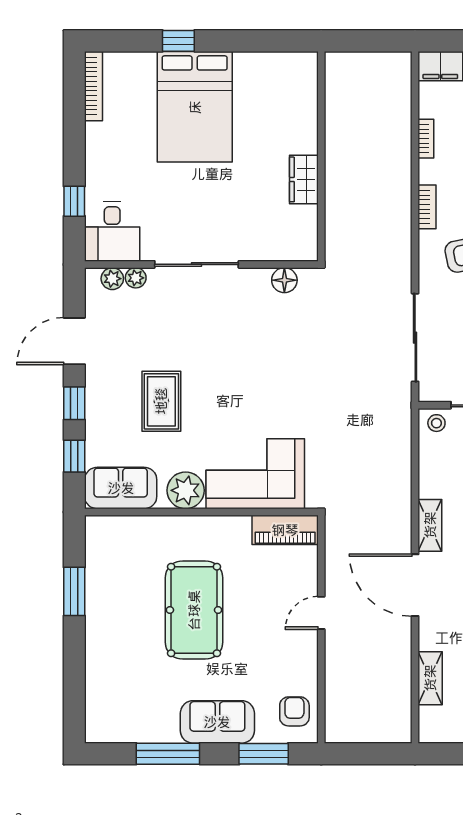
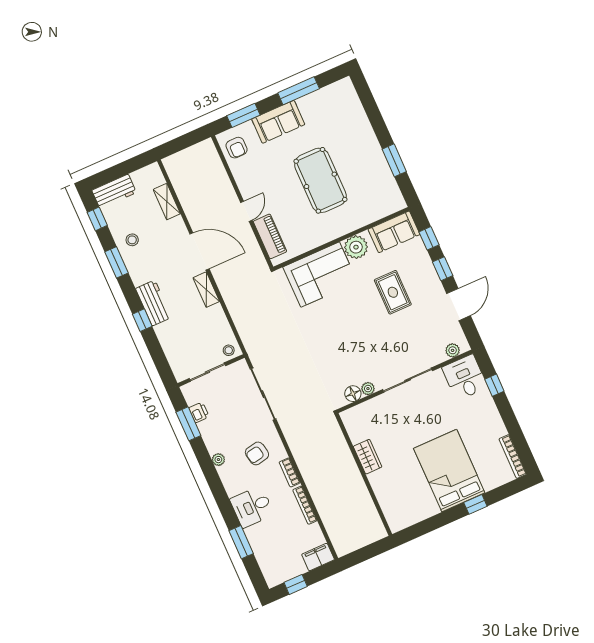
bookcase: (426, 139) -> (305, 505), width x1.56
plant: (136, 278) -> (368, 389), moved
piano: (285, 530) -> (270, 236), moved, turned 90

